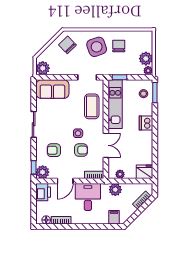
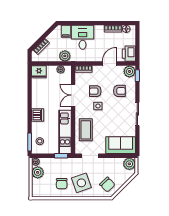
desk: (88, 197) -> (83, 37), moved, turned 180

